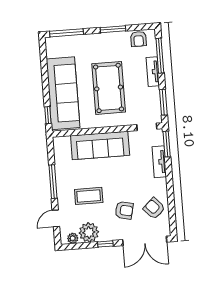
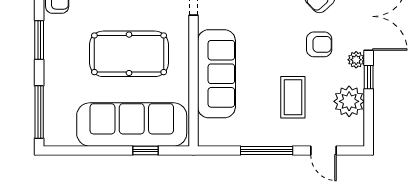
window: (48, 115) -> (145, 150), moved
armchair: (124, 210) -> (319, 44), turned 77
plant: (73, 238) -> (356, 60), moved

